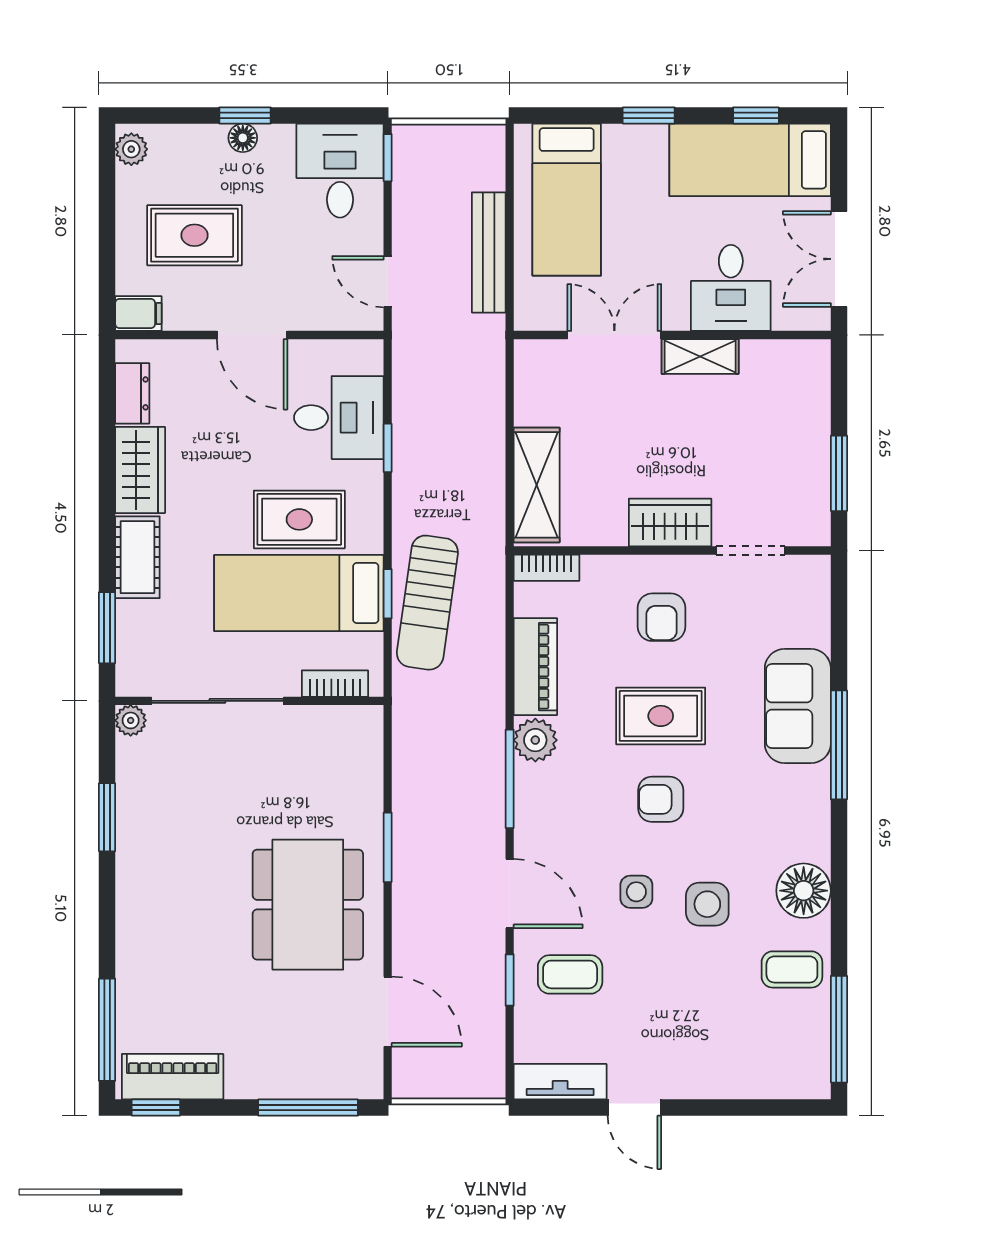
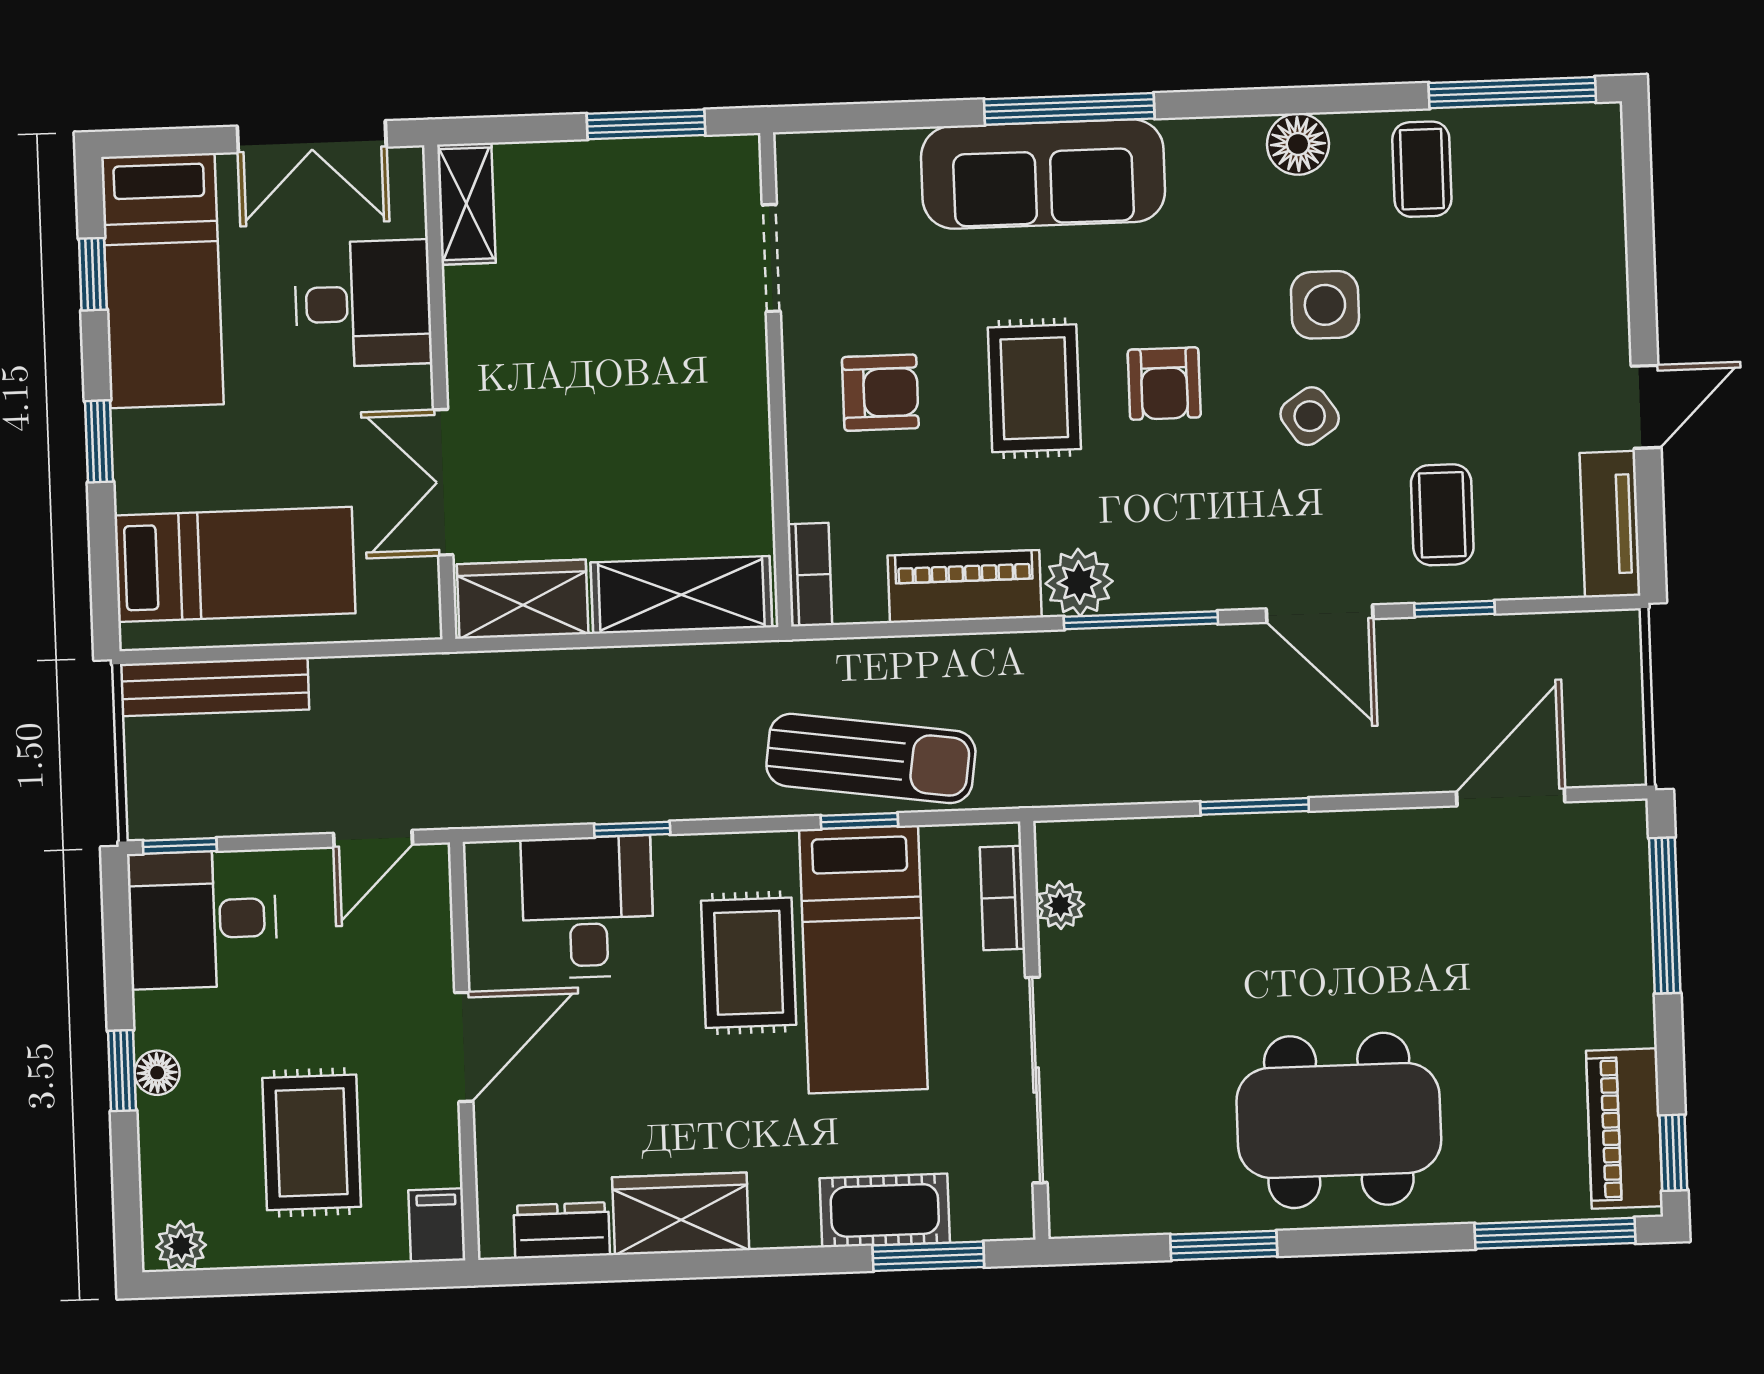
bench: (489, 252) -> (215, 687), moved
shelving: (700, 356) -> (466, 204), moved
wardrobe: (670, 522) -> (523, 599), moved, turned 90
cot: (137, 557) -> (885, 1210), moved
sofa: (798, 706) -> (1043, 174), width x1.36
plant: (131, 720) -> (1060, 905), moved
floor lamp: (804, 891) -> (1298, 144), width x0.73, depth x0.73
side table: (636, 892) -> (1310, 416), turned -34
door: (510, 894) -> (1320, 614), swing flipped
dining table: (308, 905) -> (1339, 1120), moved

